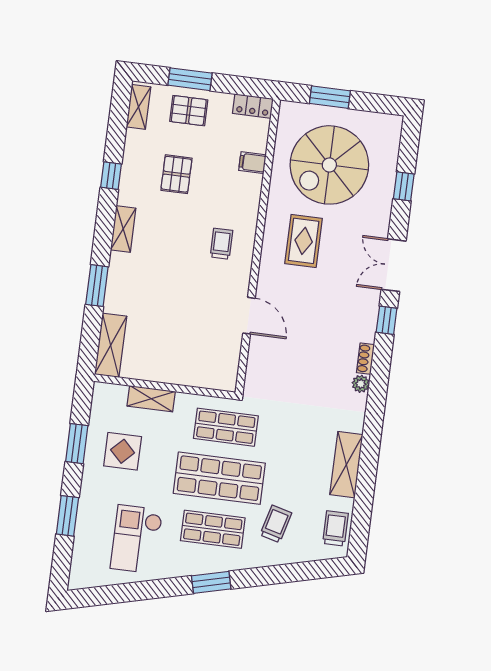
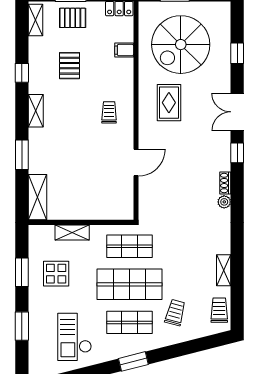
door: (249, 316) -> (136, 163), hinge flipped
shelving: (346, 465) -> (224, 270), width x0.67, depth x0.75

